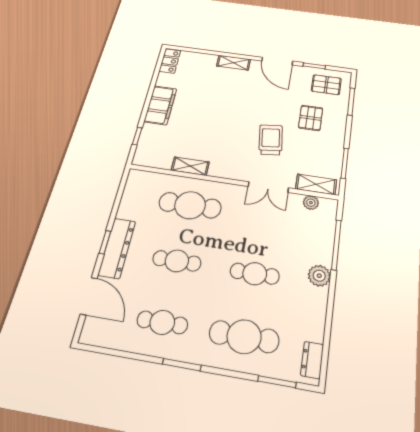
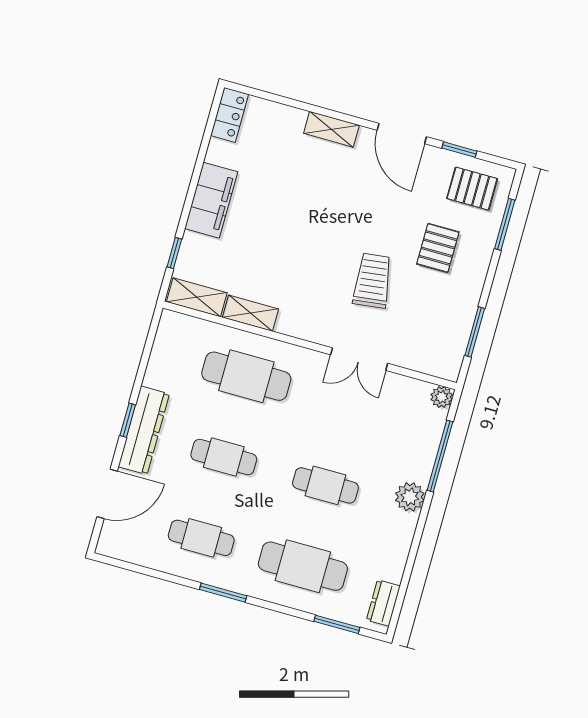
shelving: (316, 184) -> (197, 297), moved
plant: (311, 203) -> (442, 397), moved
door: (89, 296) -> (107, 494), hinge flipped

